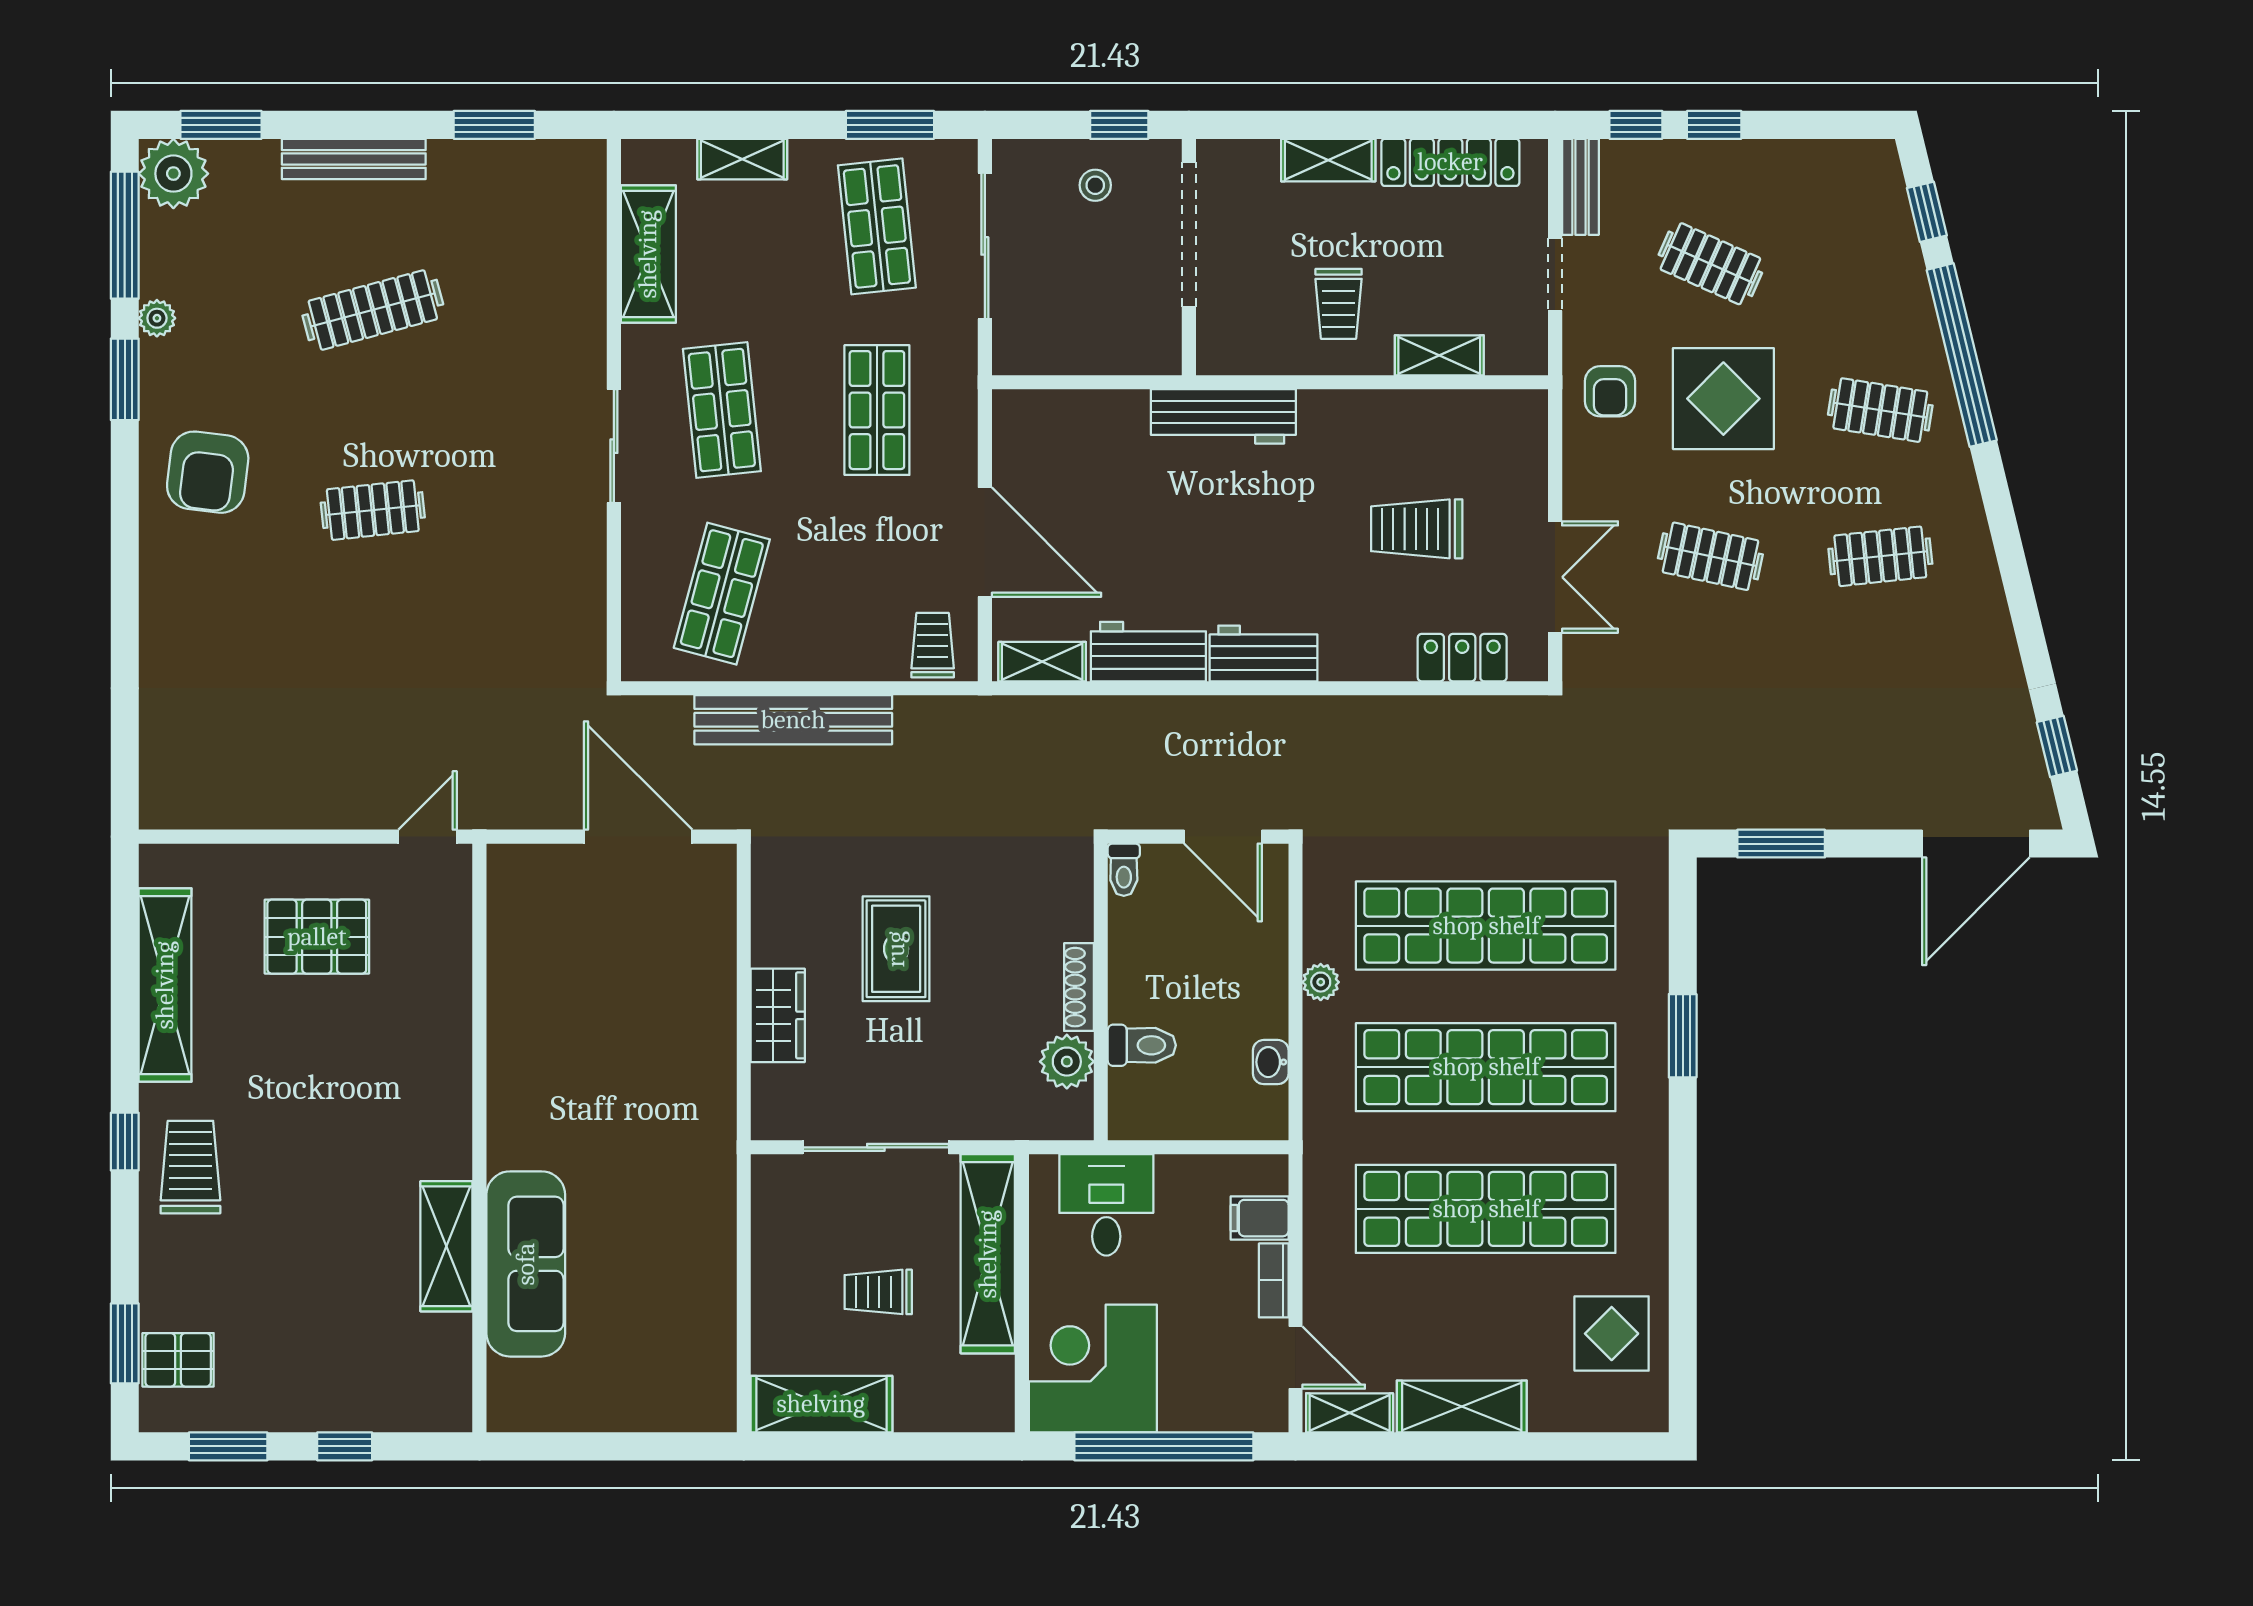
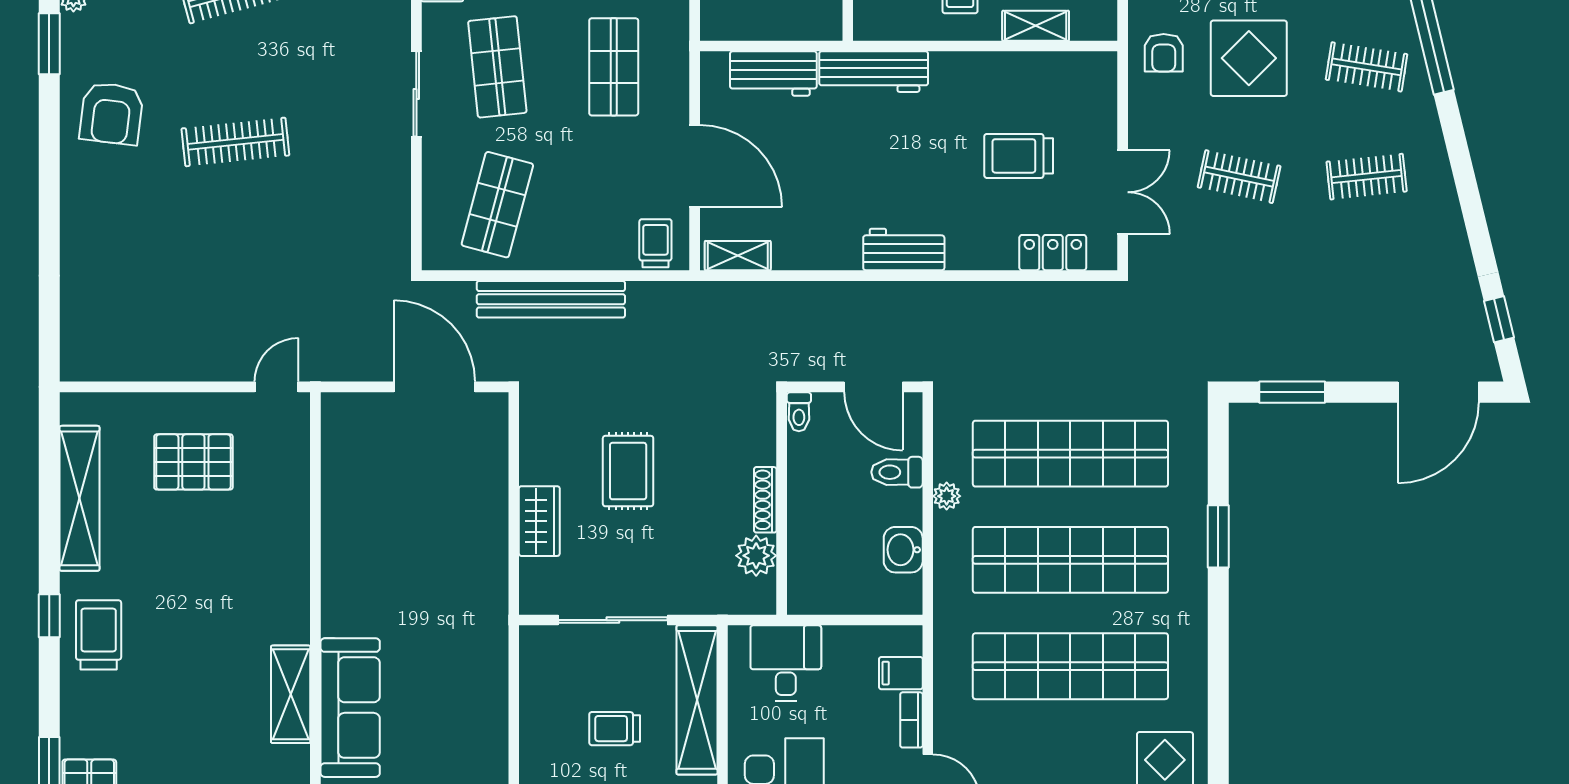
clothes rail: (373, 510) -> (235, 142), width x1.36
workbench: (1148, 652) -> (773, 74), moved, turned 180
toilet: (1142, 1045) -> (897, 472), moved, turned 180
washbasin: (1271, 1062) -> (903, 550), width x1.38, depth x1.45

